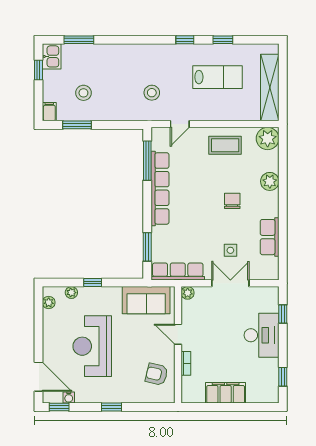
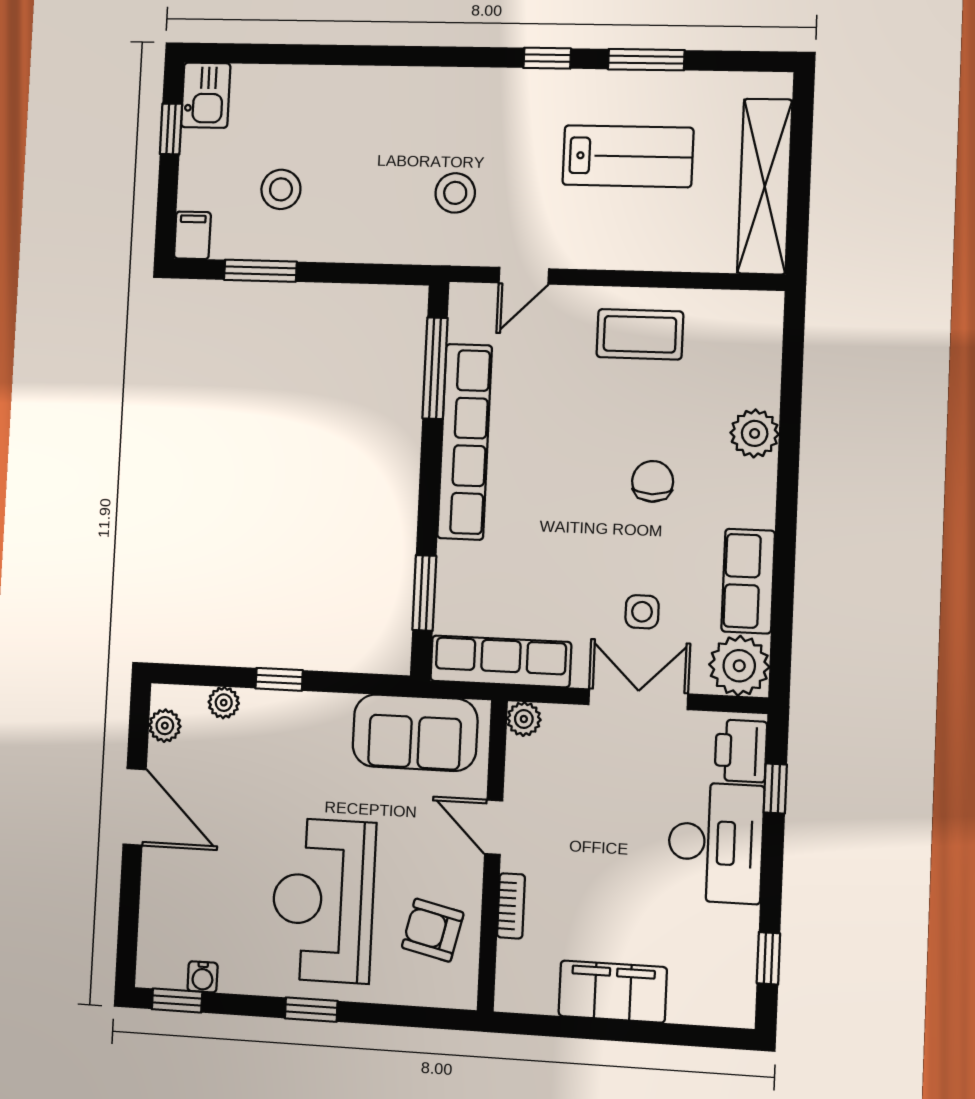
window: (79, 40) -> (276, 54), removed
window: (223, 40) -> (646, 60), width x1.50
plant: (268, 138) -> (739, 666), moved
printer: (269, 301) -> (741, 751), added
reception desk: (92, 346) -> (323, 900), moved
door: (38, 377) -> (135, 807), moved

